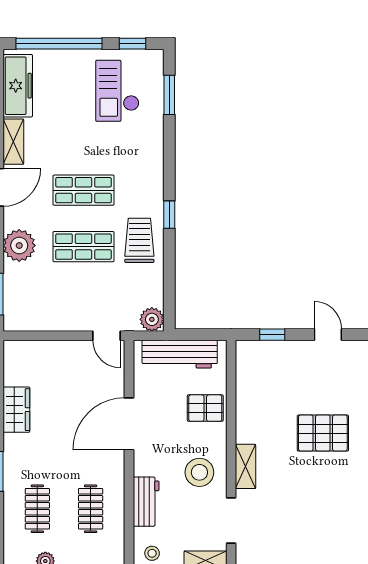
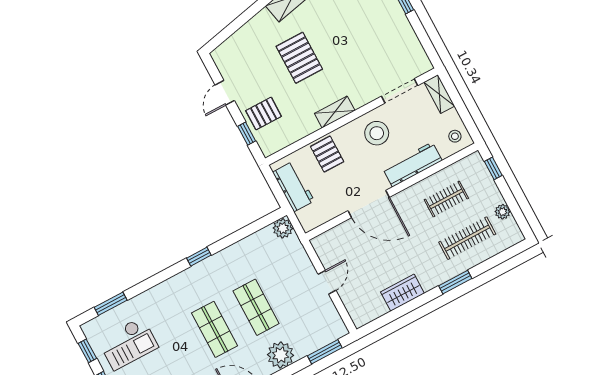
trolley: (139, 240) -> (229, 269), removed
door: (106, 336) -> (327, 282), moved
workbench: (180, 354) -> (293, 187), width x0.73
pallet: (284, 364) -> (264, 114), added
shelving: (246, 466) -> (335, 112), moved
workbench: (146, 502) -> (412, 164), width x1.38
clothes rail: (37, 509) -> (467, 238), width x1.36

